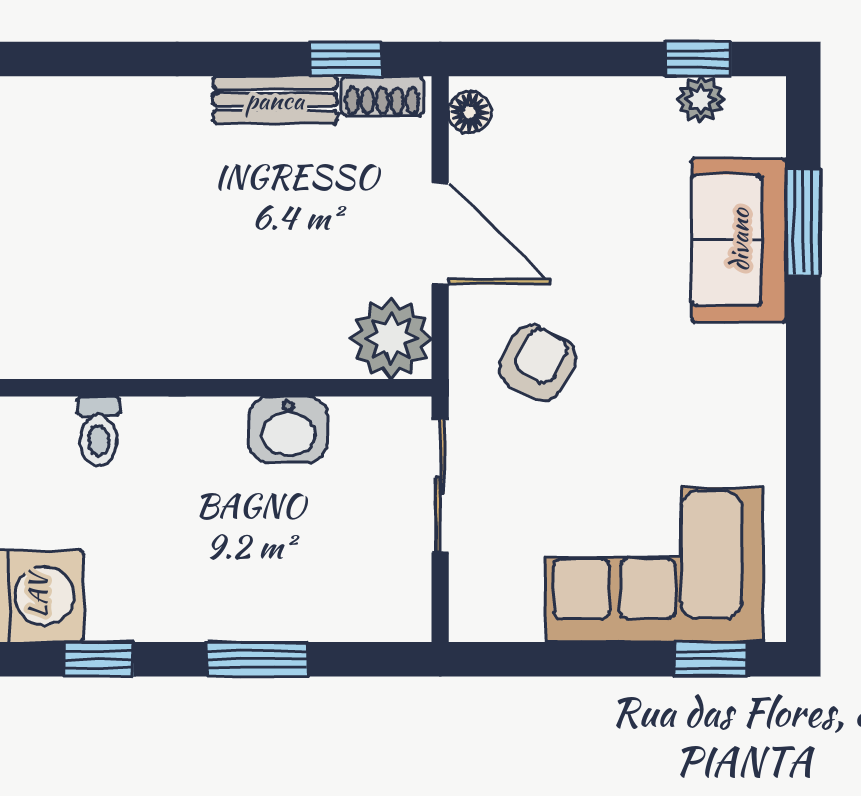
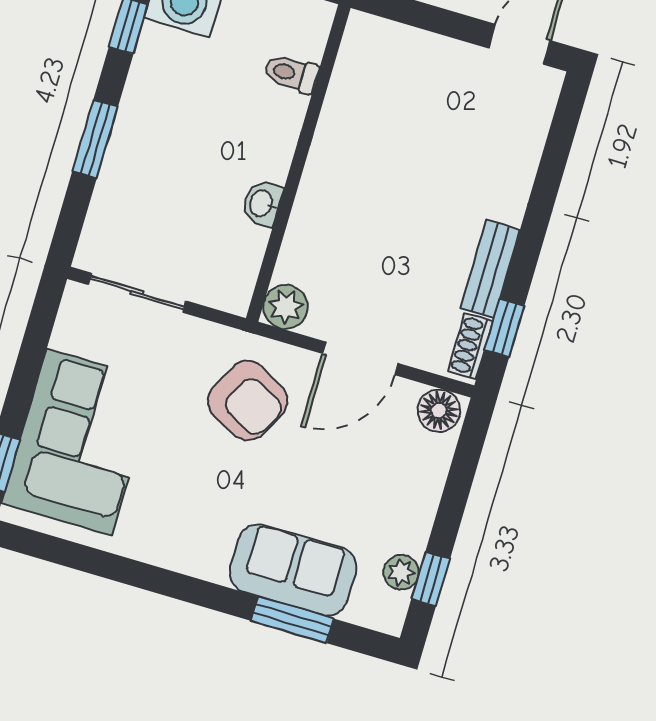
floor lamp: (470, 112) -> (439, 410), width x1.37, depth x1.37
plant: (391, 339) -> (286, 307), width x0.73, depth x0.73
armchair: (538, 363) -> (248, 401), width x1.38, depth x1.38
washbasin: (288, 429) -> (262, 204), width x0.72, depth x0.69
sliding door: (440, 486) -> (137, 293), moved

